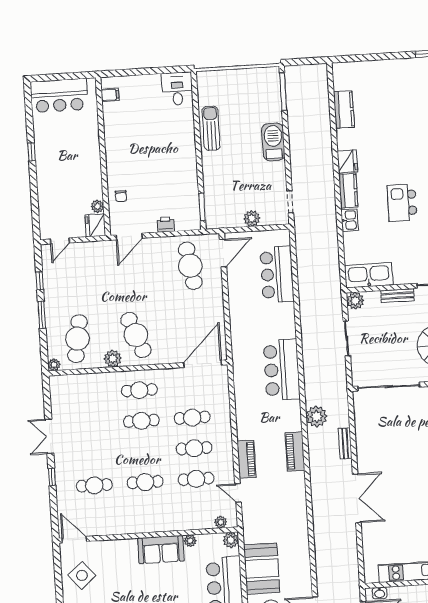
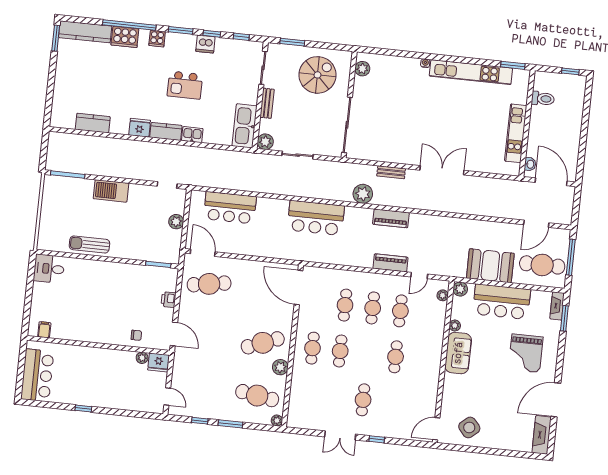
cafe table: (94, 485) -> (363, 400), moved

